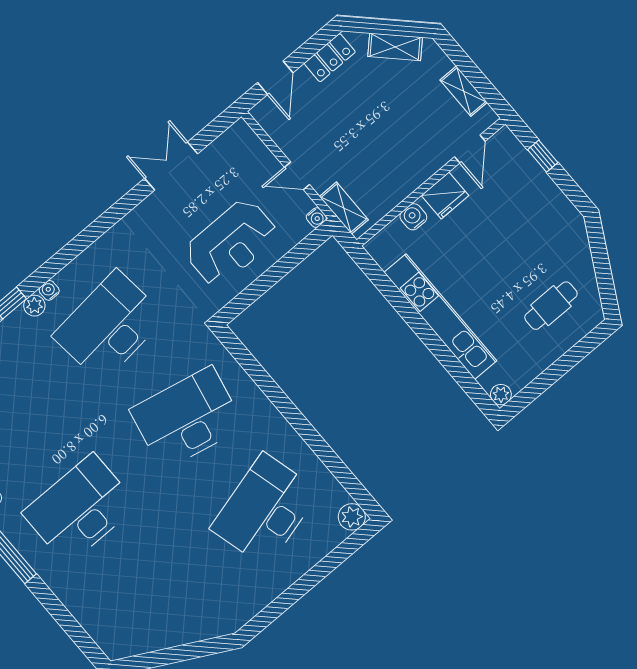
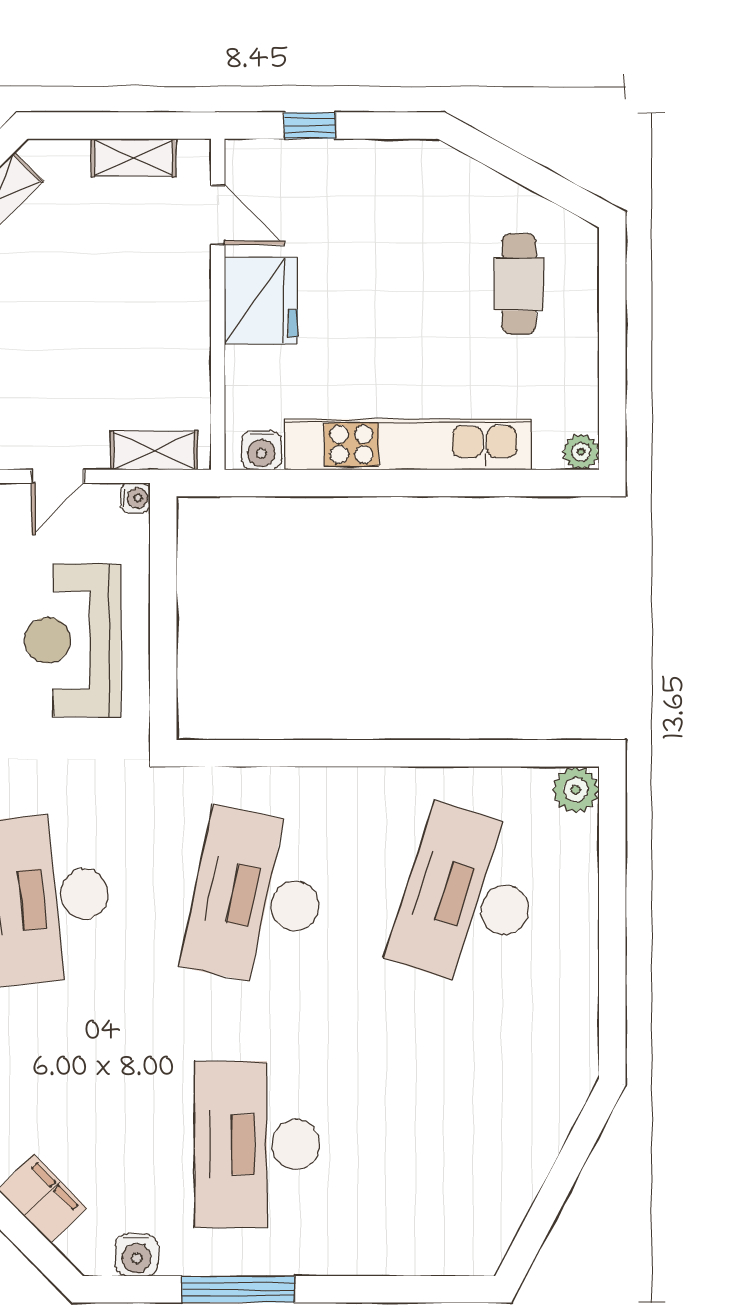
fridge: (445, 195) -> (261, 301), width x1.36, depth x1.34
water cooler: (413, 217) -> (261, 450), moved, turned -90
reception desk: (231, 243) -> (72, 640), turned 180
desk: (265, 510) -> (468, 898), turned 33

